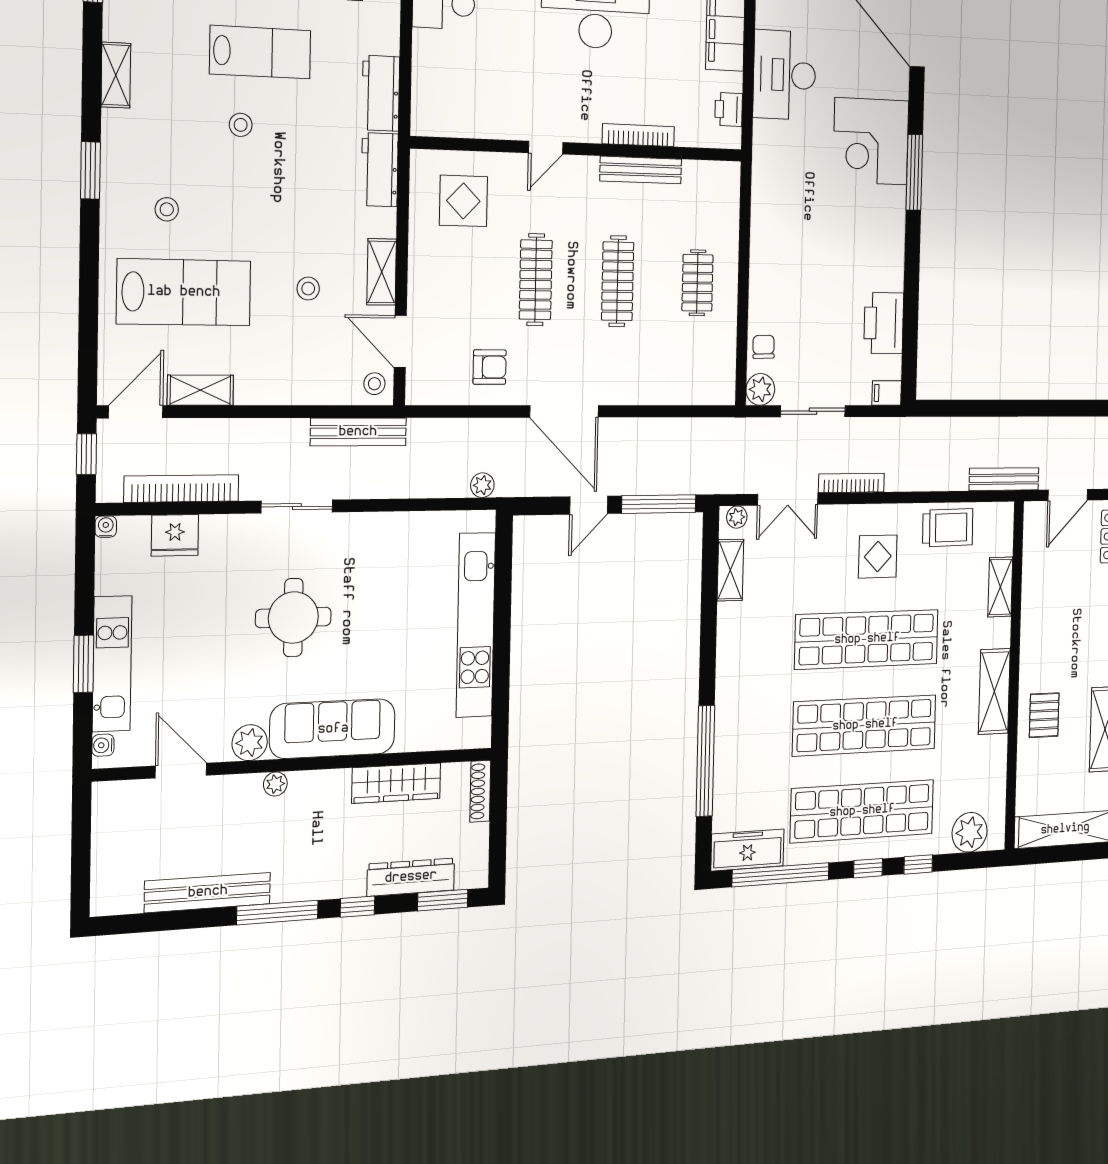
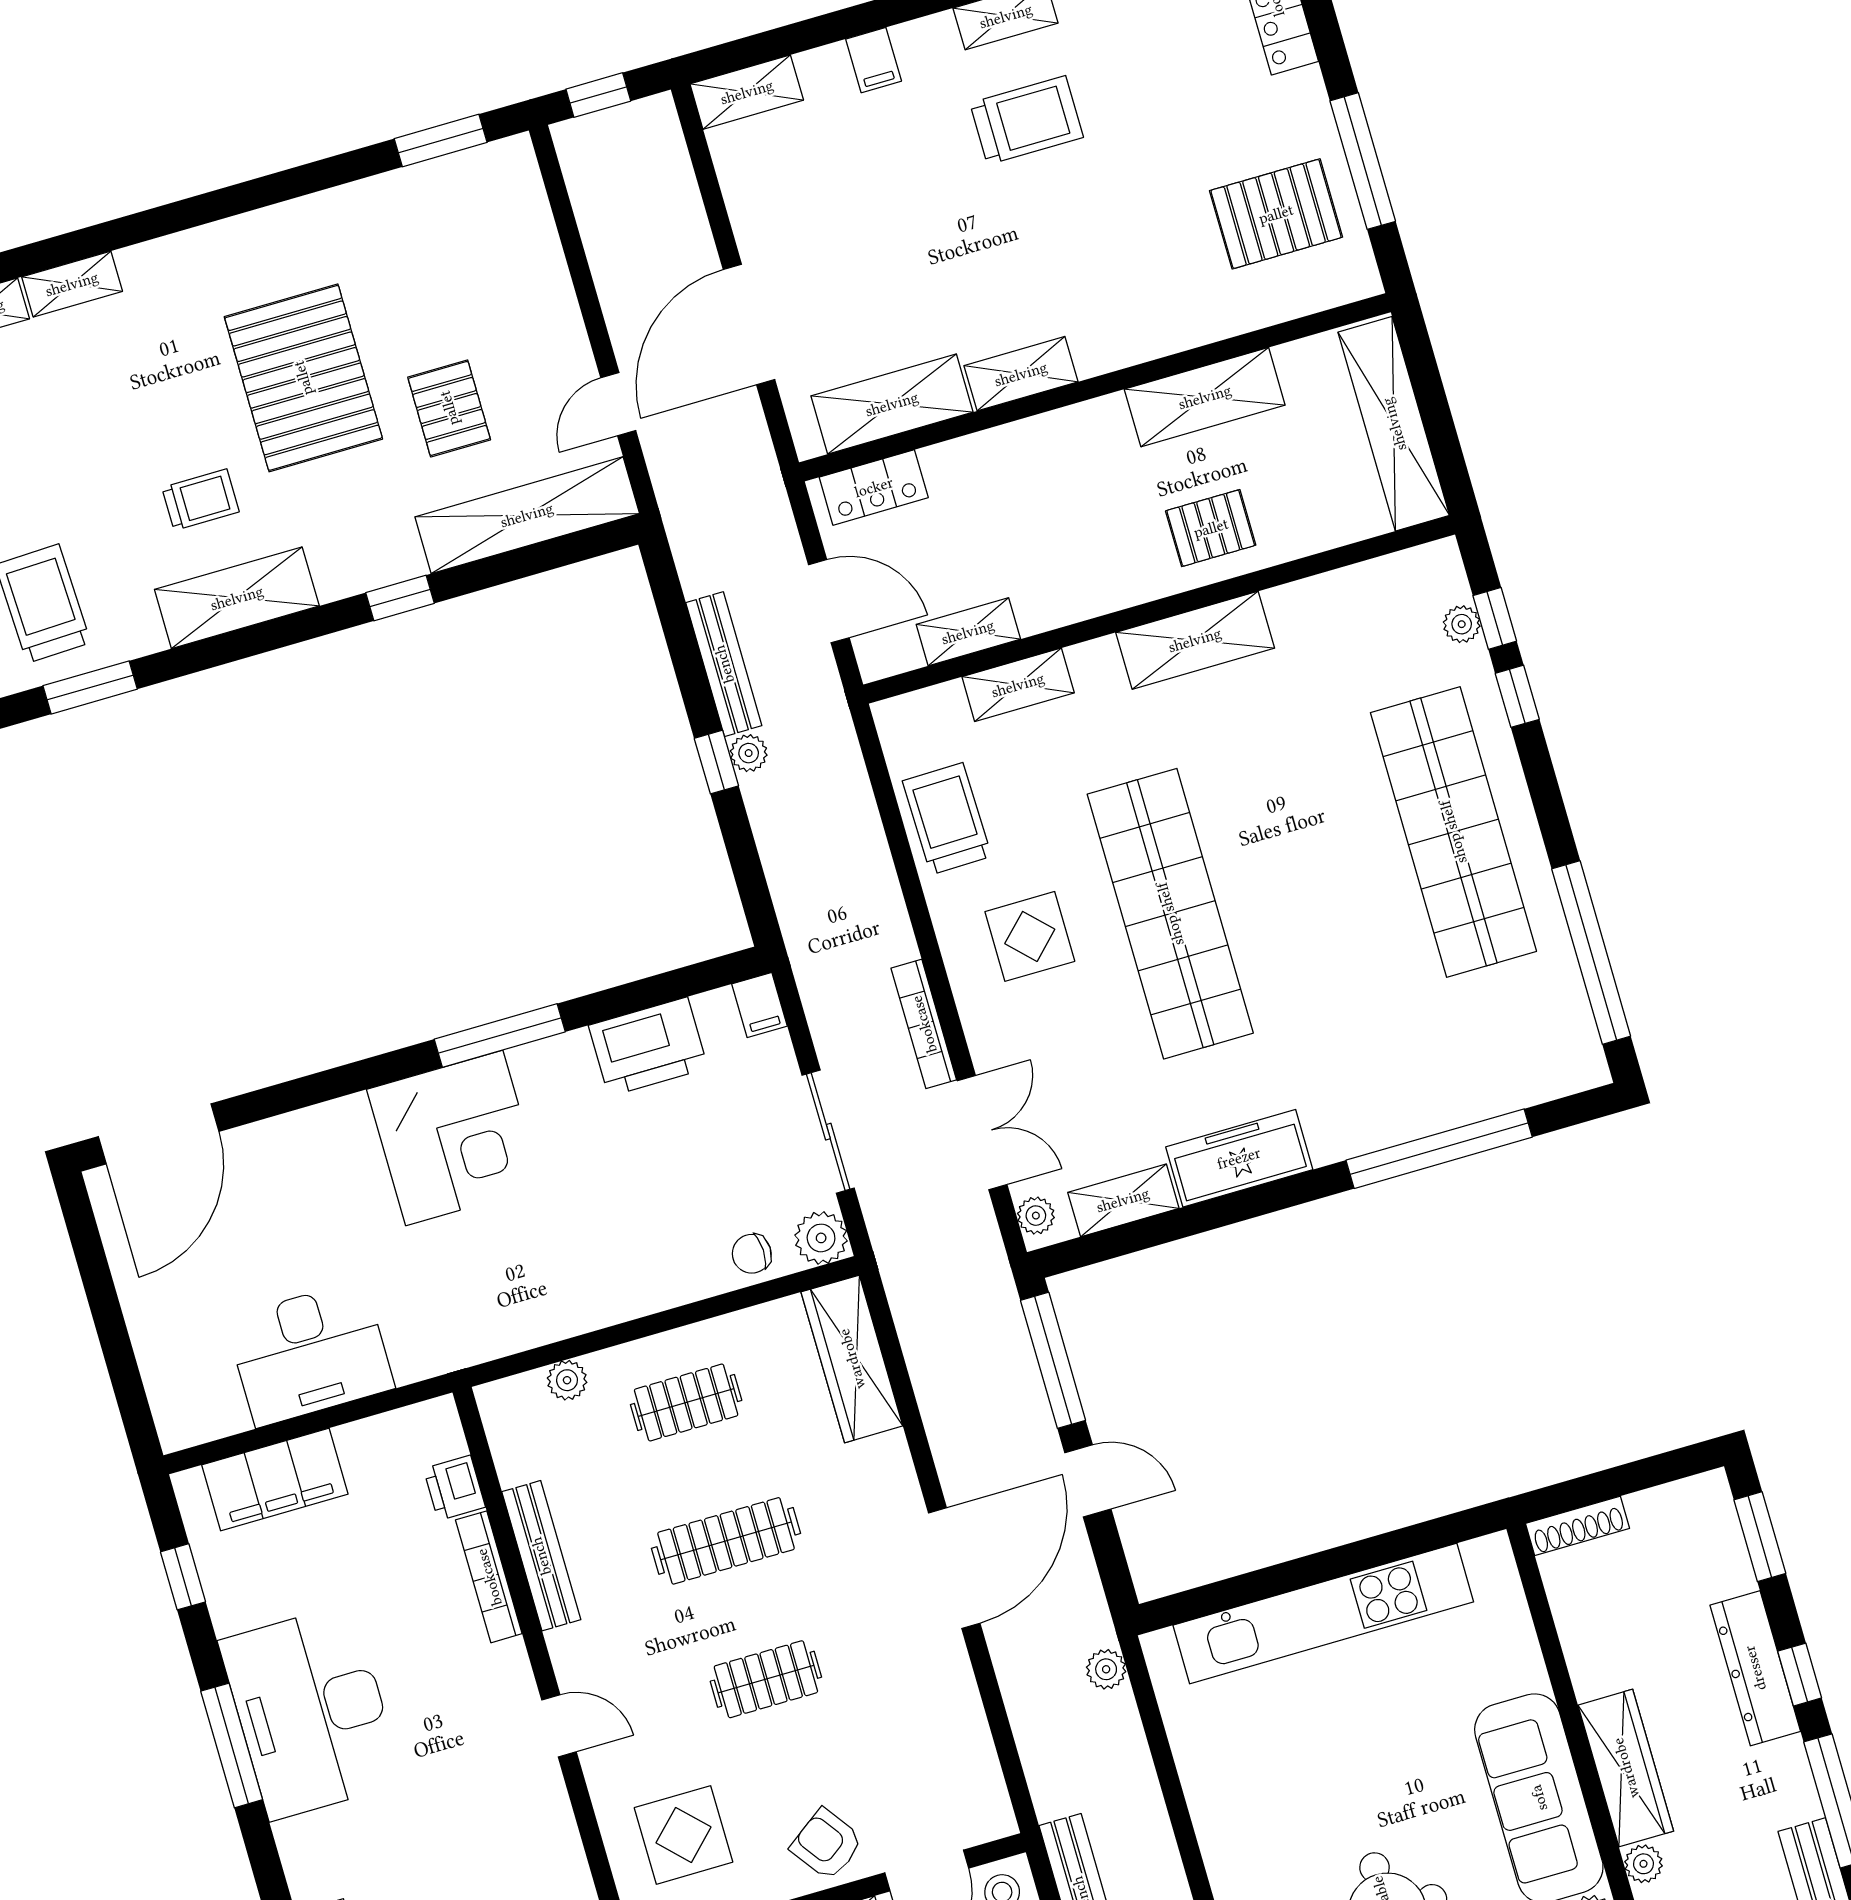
printer: (729, 109) -> (454, 1488), moved, turned 90
corner desk: (871, 141) -> (454, 1138), moved
window: (914, 172) -> (500, 1036), moved
plant: (729, 218) -> (567, 1380), added
clothes rail: (536, 280) -> (766, 1679), width x0.73
armchair: (490, 367) -> (827, 1844), moved, turned -36
wardrobe: (693, 387) -> (852, 1359), added
window: (1010, 408) -> (716, 762), added
plant: (1009, 427) -> (749, 753), added
bench: (1004, 479) -> (724, 664), moved
shelving: (1033, 567) -> (968, 632), added
shop shelf: (865, 725) -> (1312, 873), removed
wardrobe: (396, 783) -> (1626, 1768), moved
plant: (970, 832) -> (1462, 624), width x0.53, depth x0.53
freezer: (748, 850) -> (1239, 1158), moved, turned 90
window: (868, 868) -> (1495, 618), moved
dresser: (411, 877) -> (1755, 1668), moved

